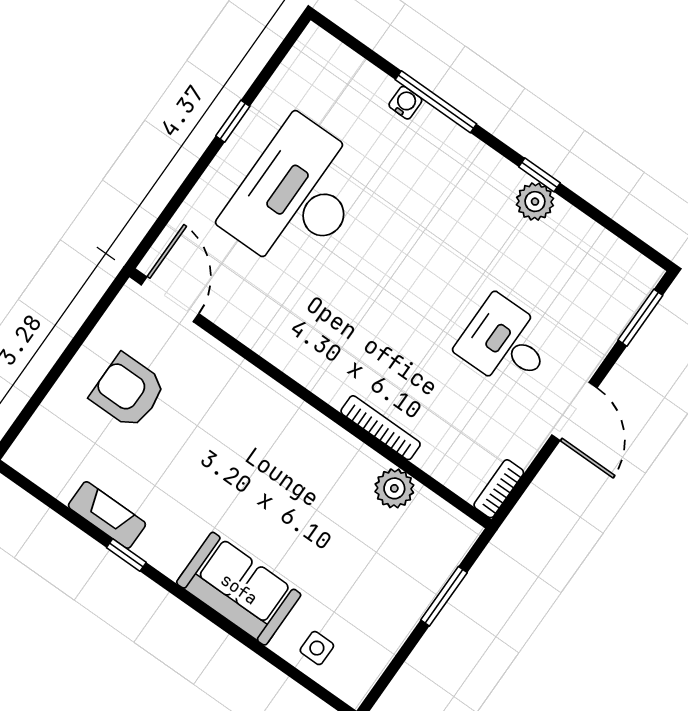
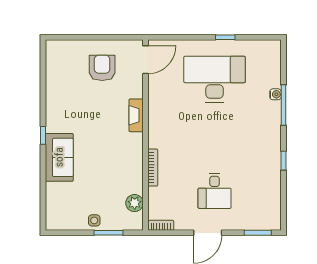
plant: (535, 202) -> (273, 166), removed
desk: (505, 343) -> (215, 191), turned 180
plant: (394, 488) -> (135, 203), moved
fireplace: (107, 515) -> (136, 115), moved, turned 180
window: (126, 555) -> (43, 135), moved
side table: (317, 648) -> (94, 220), moved

